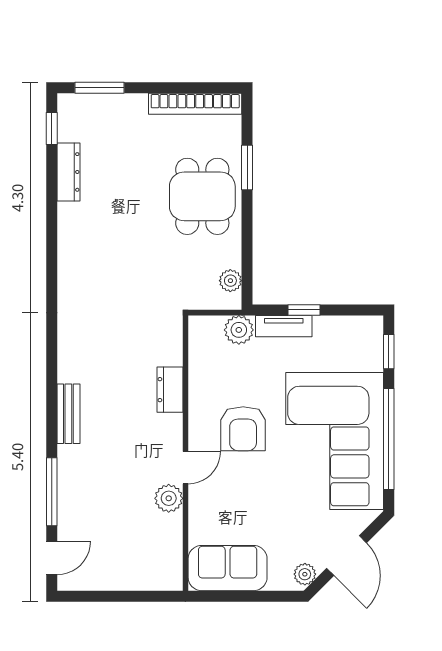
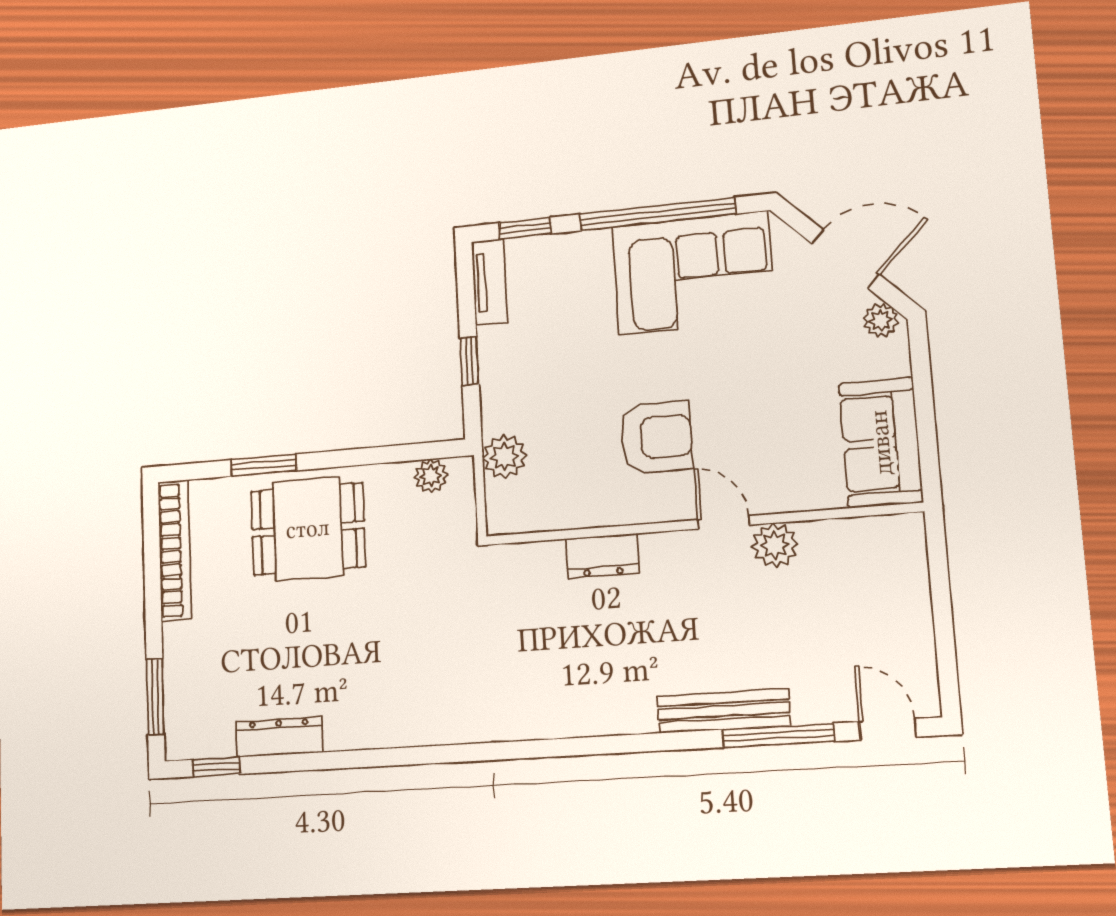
tv unit: (284, 326) -> (490, 282), moved
bench: (68, 414) -> (723, 711), moved, width x1.36
corner sofa: (335, 441) -> (693, 273), width x0.73, depth x0.74

